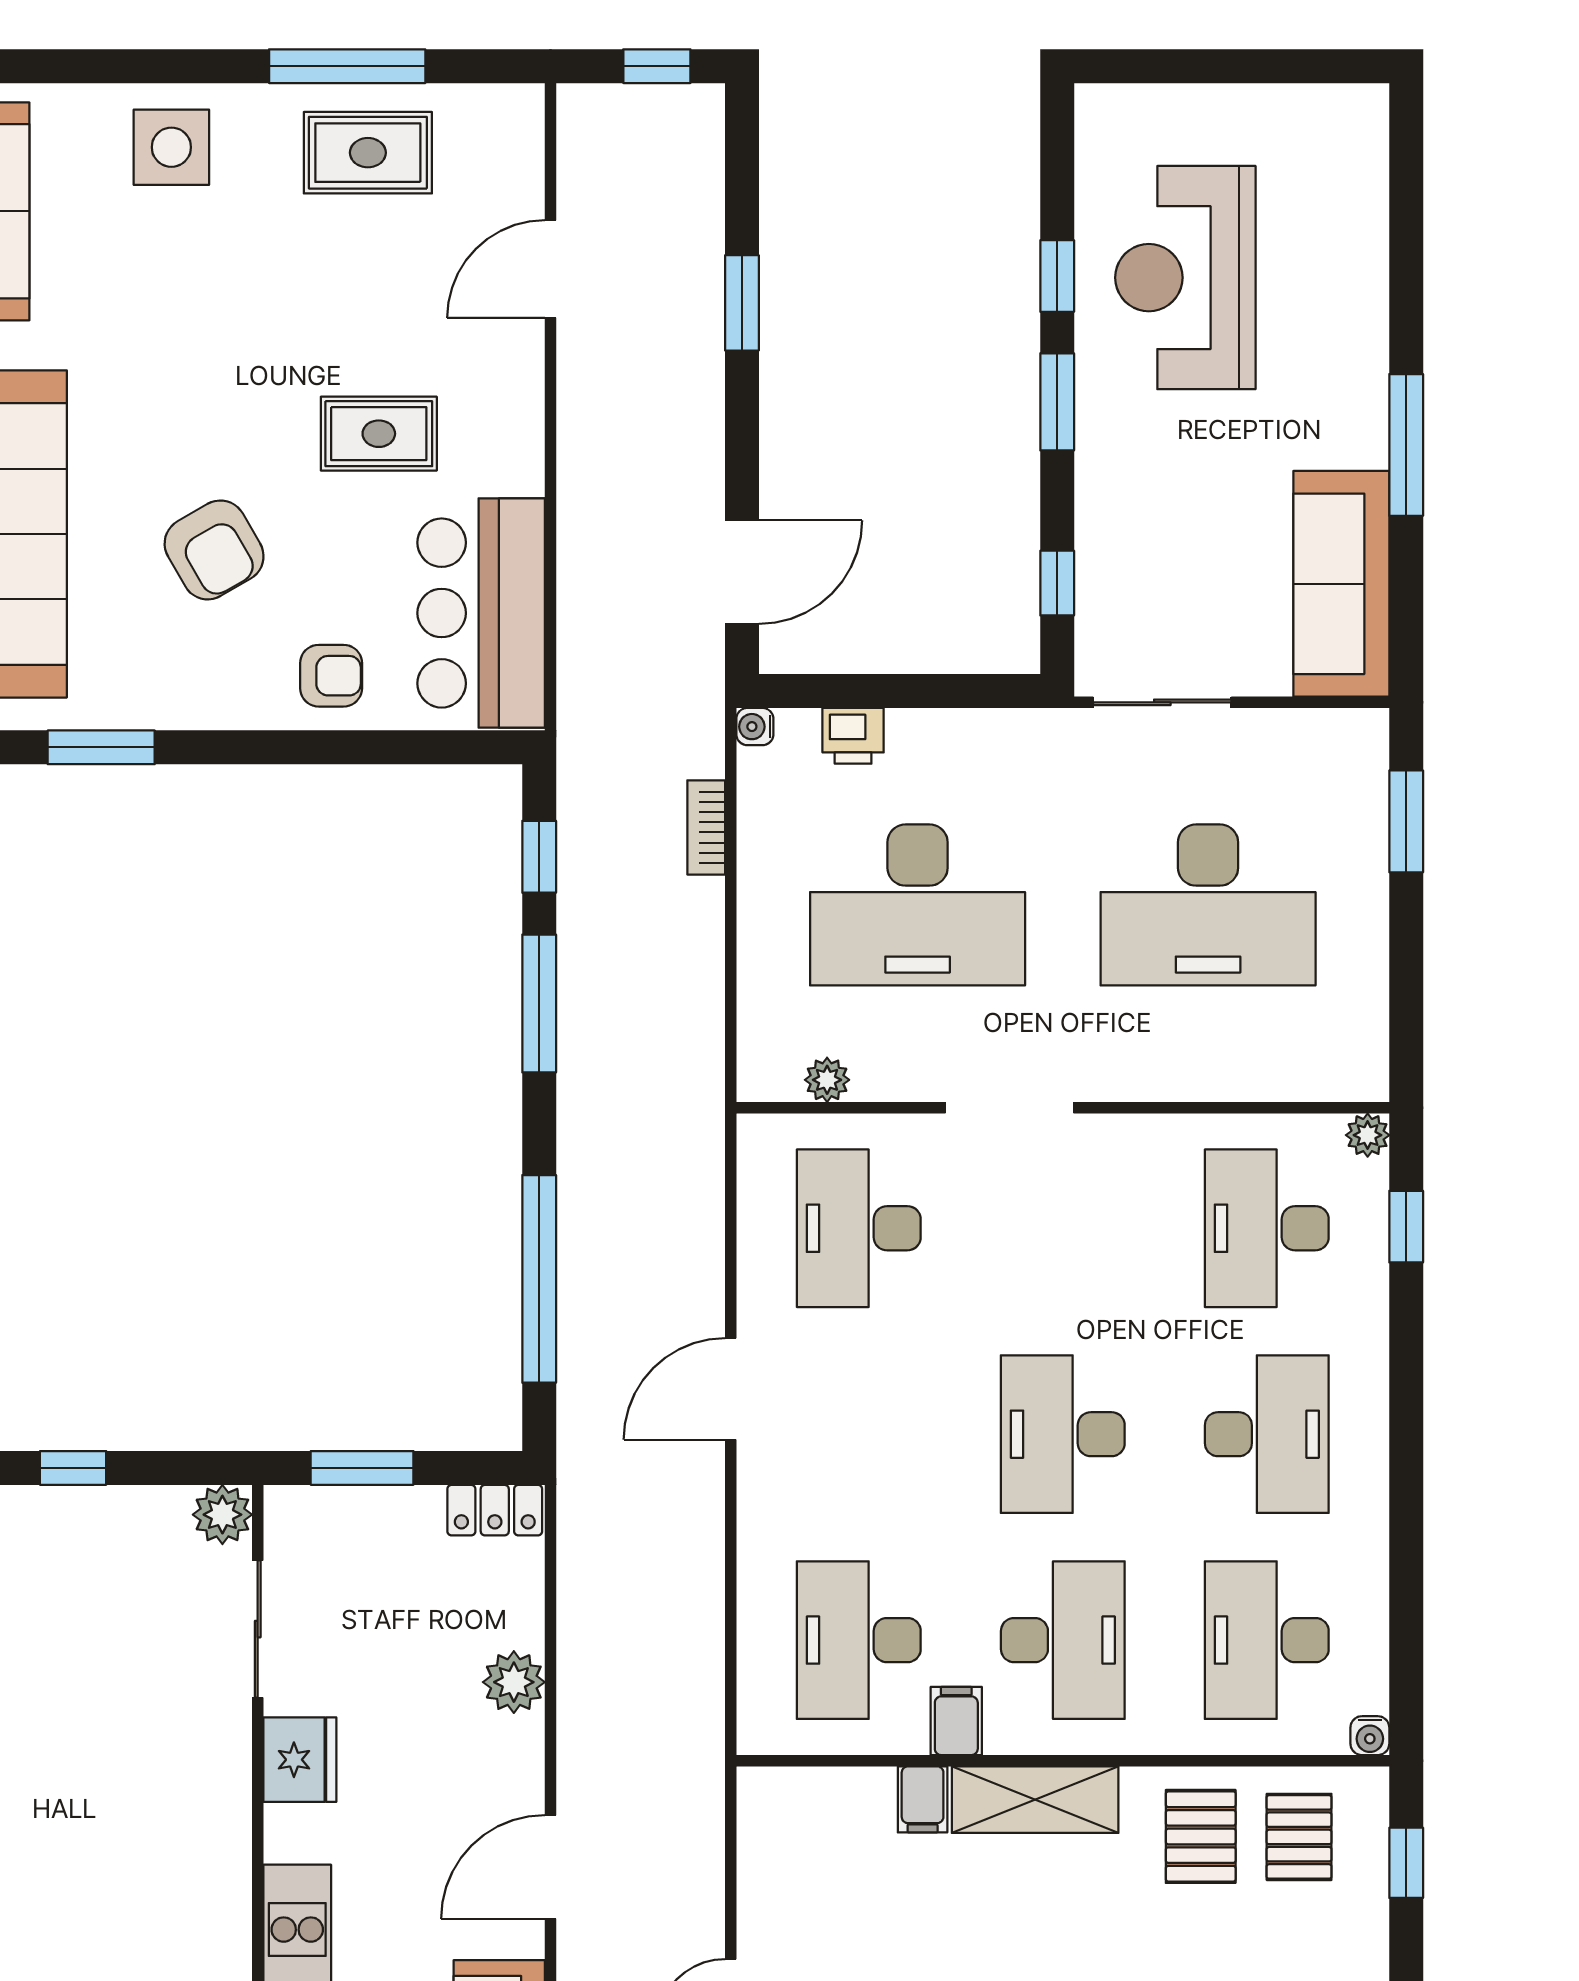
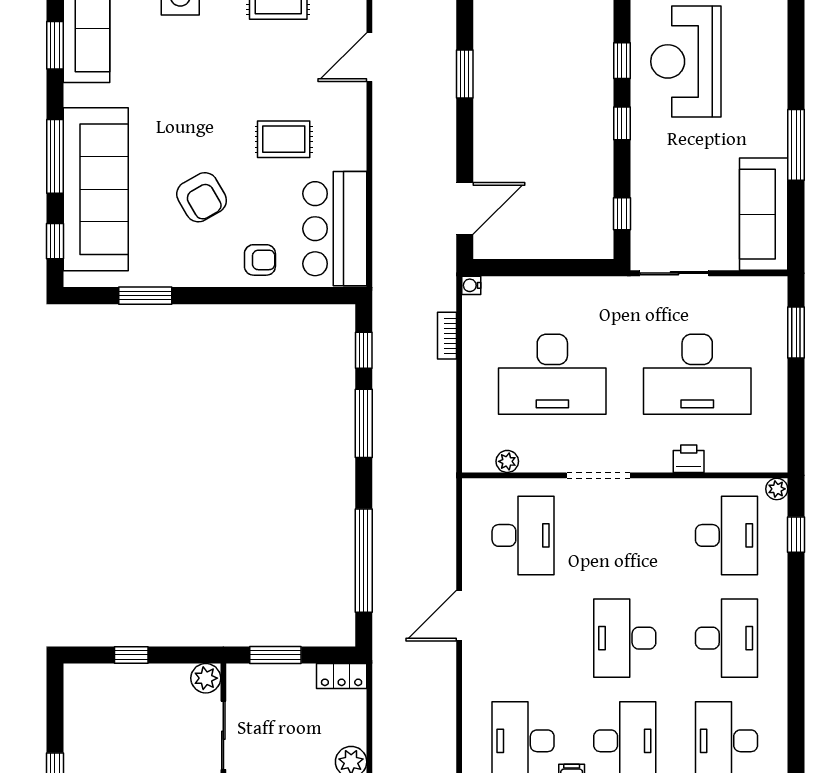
window: (1057, 402) -> (622, 123), width x0.67
printer: (853, 736) -> (689, 459), moved, turned 180
desk: (859, 1228) -> (523, 535), turned 180
desk: (1267, 1228) -> (726, 535), turned 180

